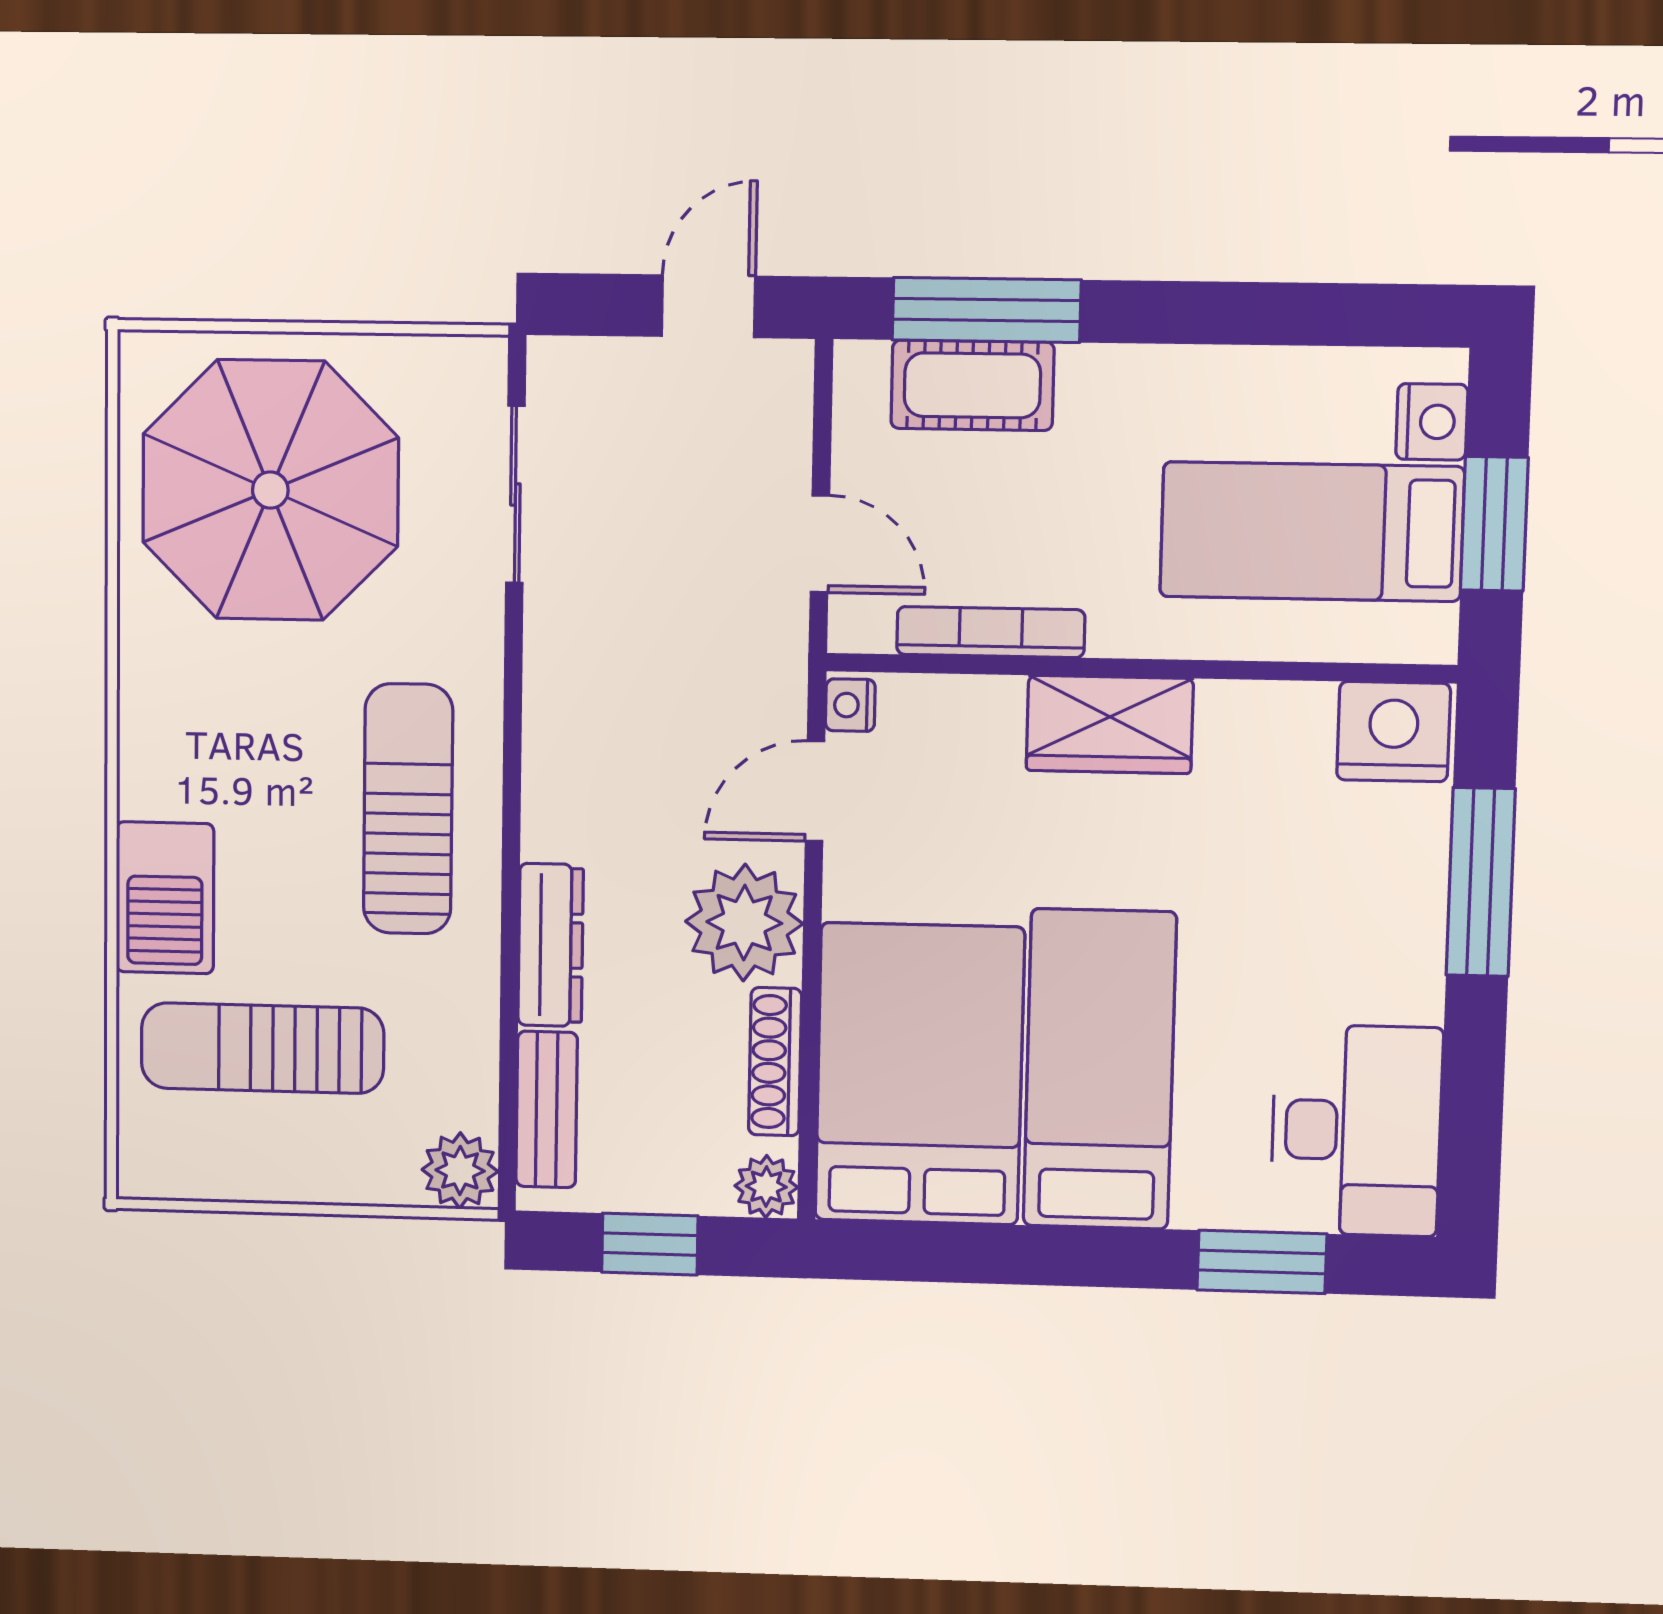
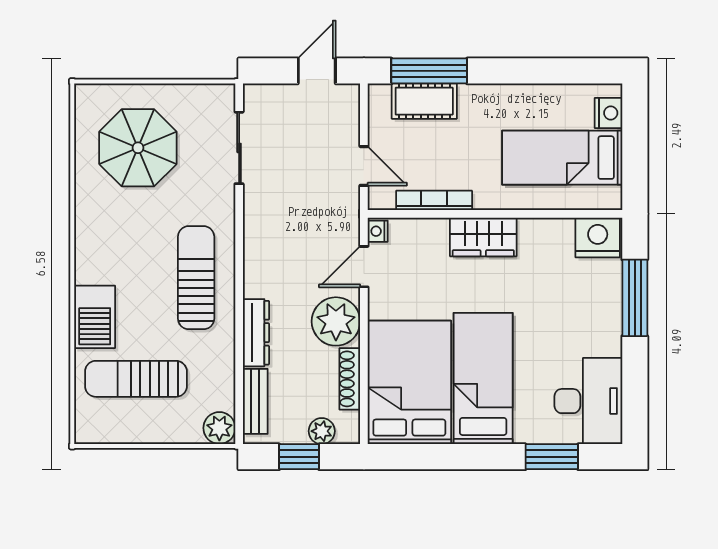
parasol: (270, 490) -> (138, 148), width x0.73, depth x0.73
window: (1494, 524) -> (635, 153), removed
plant: (766, 1187) -> (322, 431), moved

